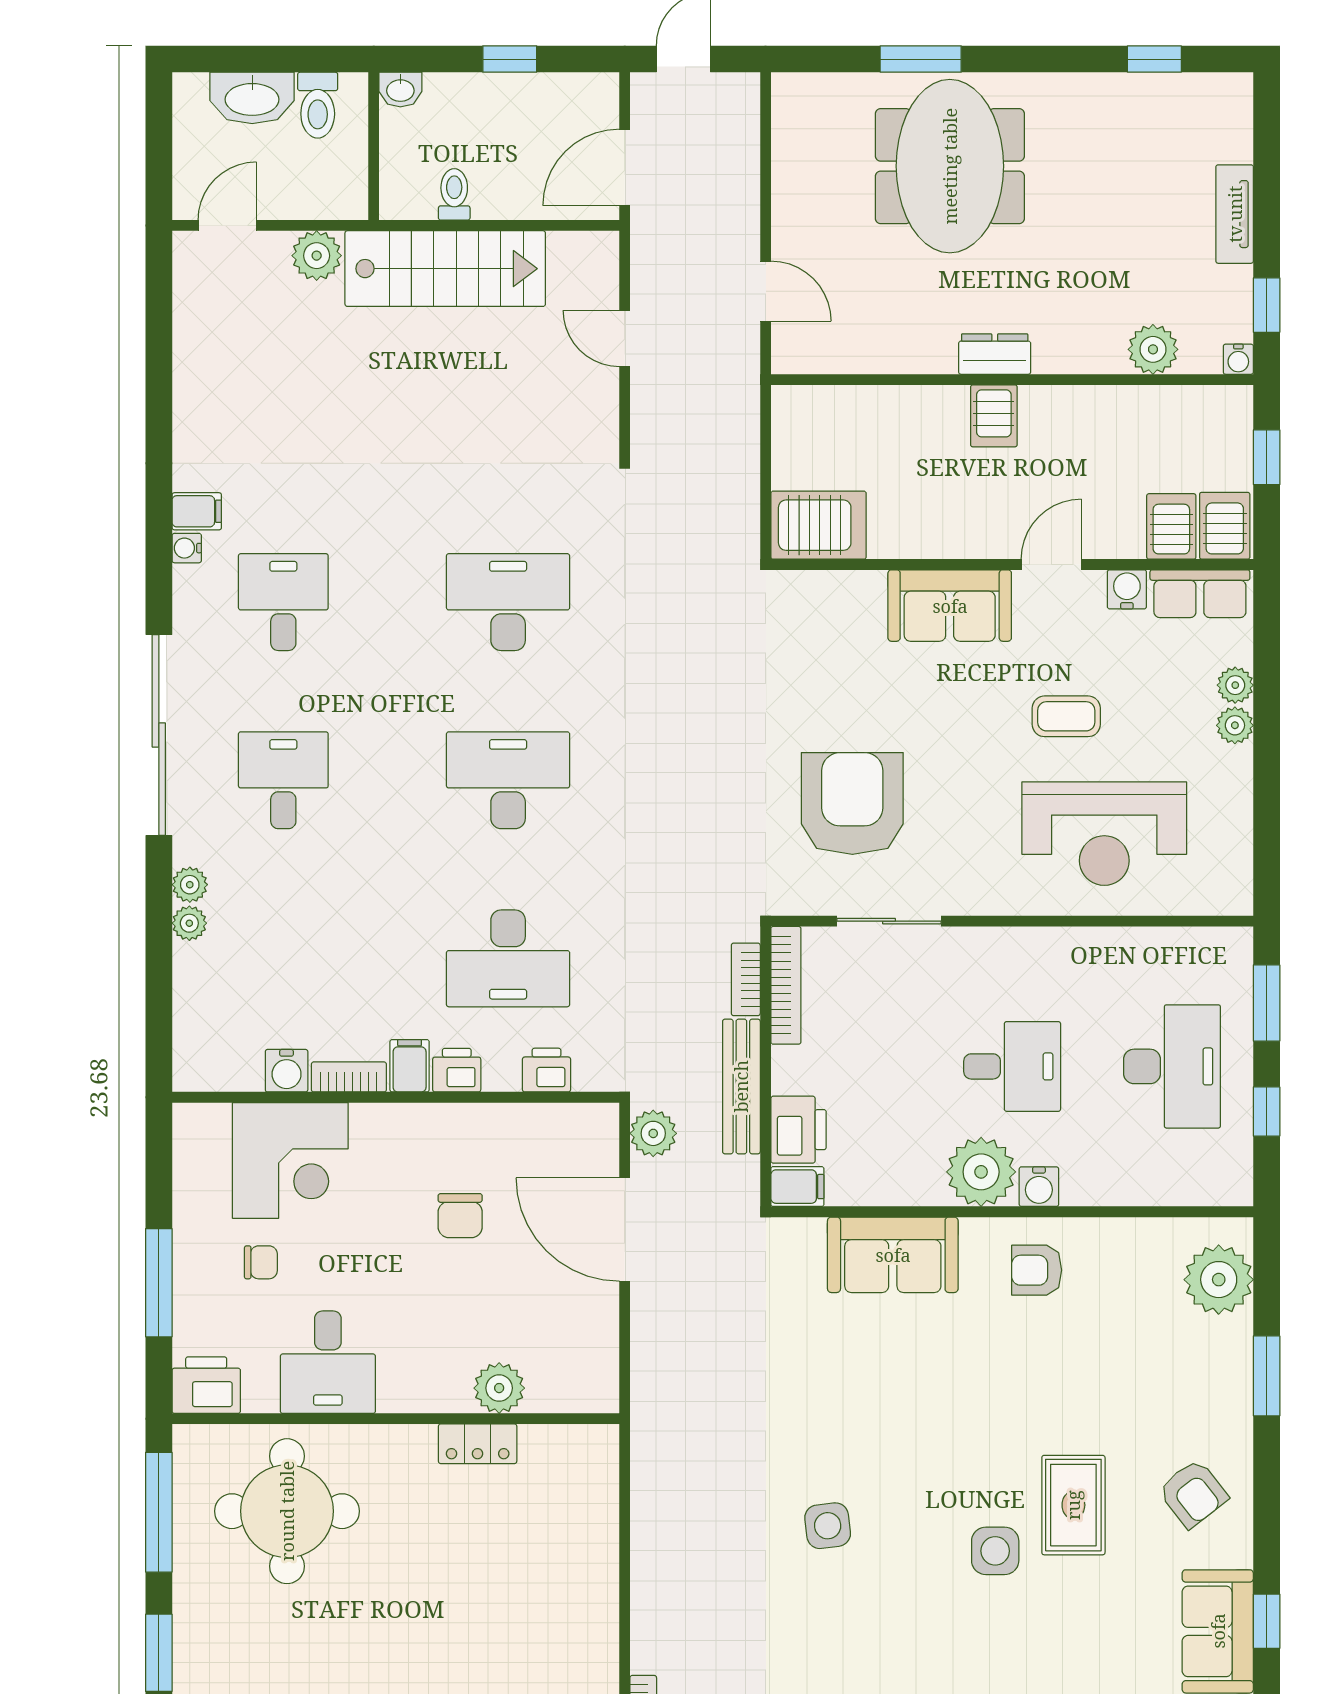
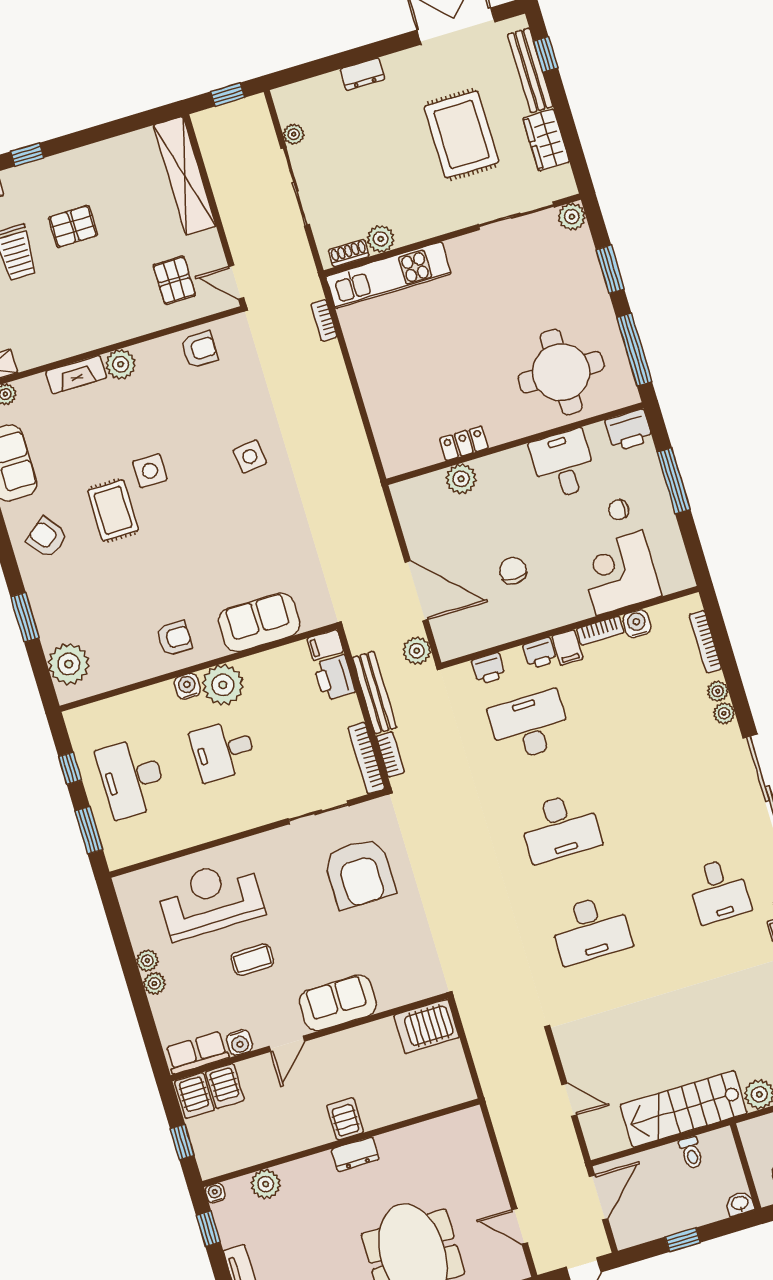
door: (766, 291) -> (519, 1226), moved
plant: (1235, 685) -> (147, 961), moved
desk: (283, 780) -> (688, 789), removed
bookcase: (185, 1009) -> (705, 642), added

